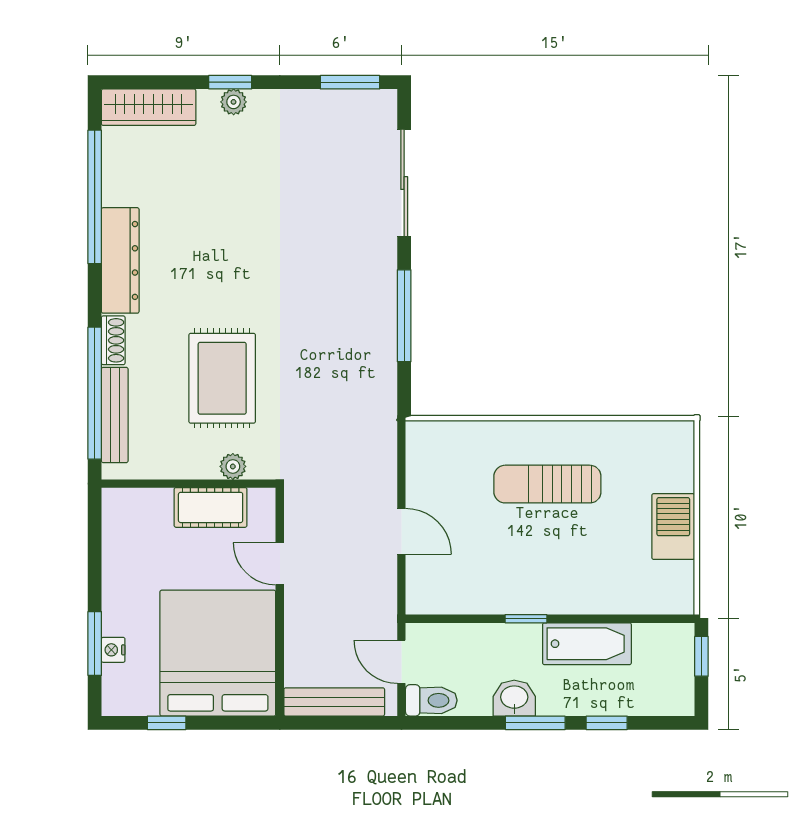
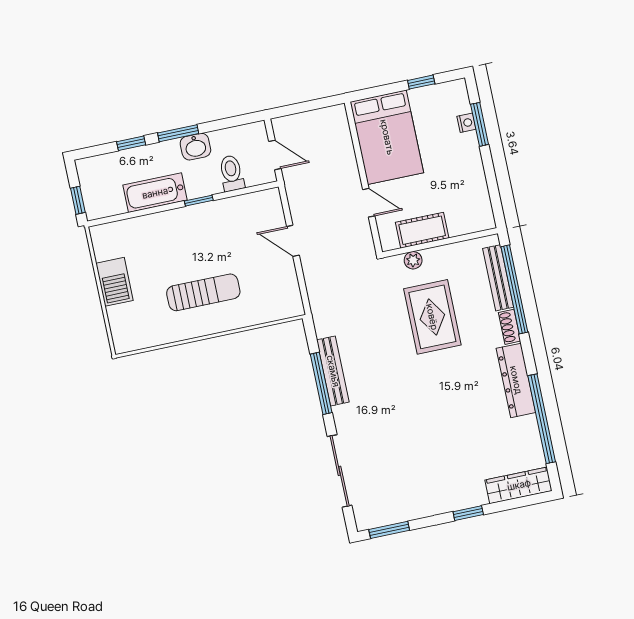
plant: (234, 102) -> (463, 501), removed
bed: (218, 653) -> (387, 137), width x0.73
toilet: (431, 700) -> (232, 173), moved, turned 90
bench: (334, 702) -> (333, 371), moved, turned 90

